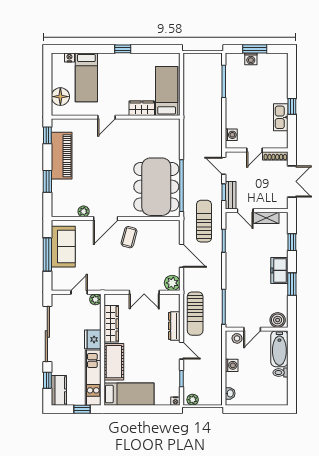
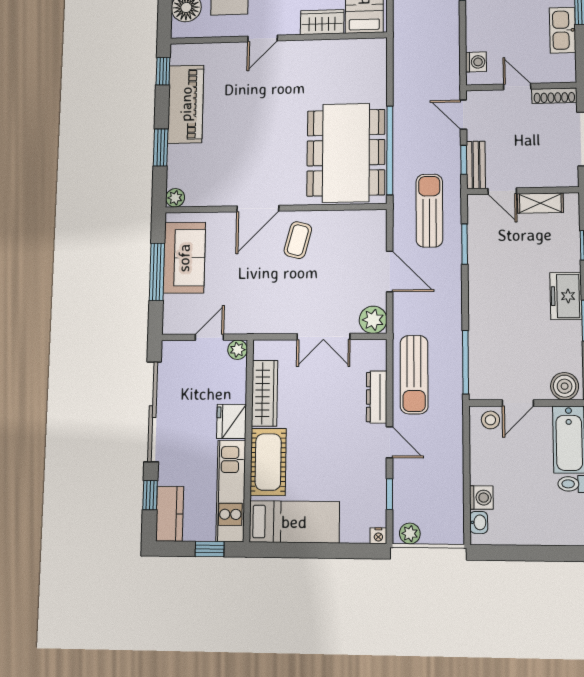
door: (254, 150) -> (517, 87), swing flipped
plant: (84, 211) -> (175, 198), moved
washing machine: (232, 365) -> (481, 498), moved

